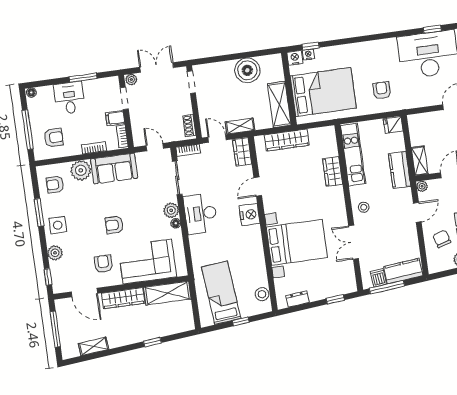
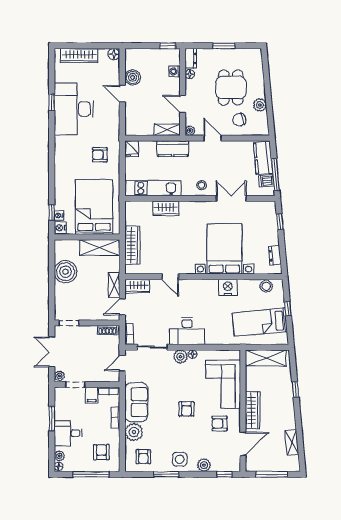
plant: (43, 92) -> (59, 456), added
nightstand: (250, 215) -> (228, 287), moved
double door: (354, 242) -> (231, 198), swing flipped
shelving: (167, 293) -> (266, 358), moved, turned 90

